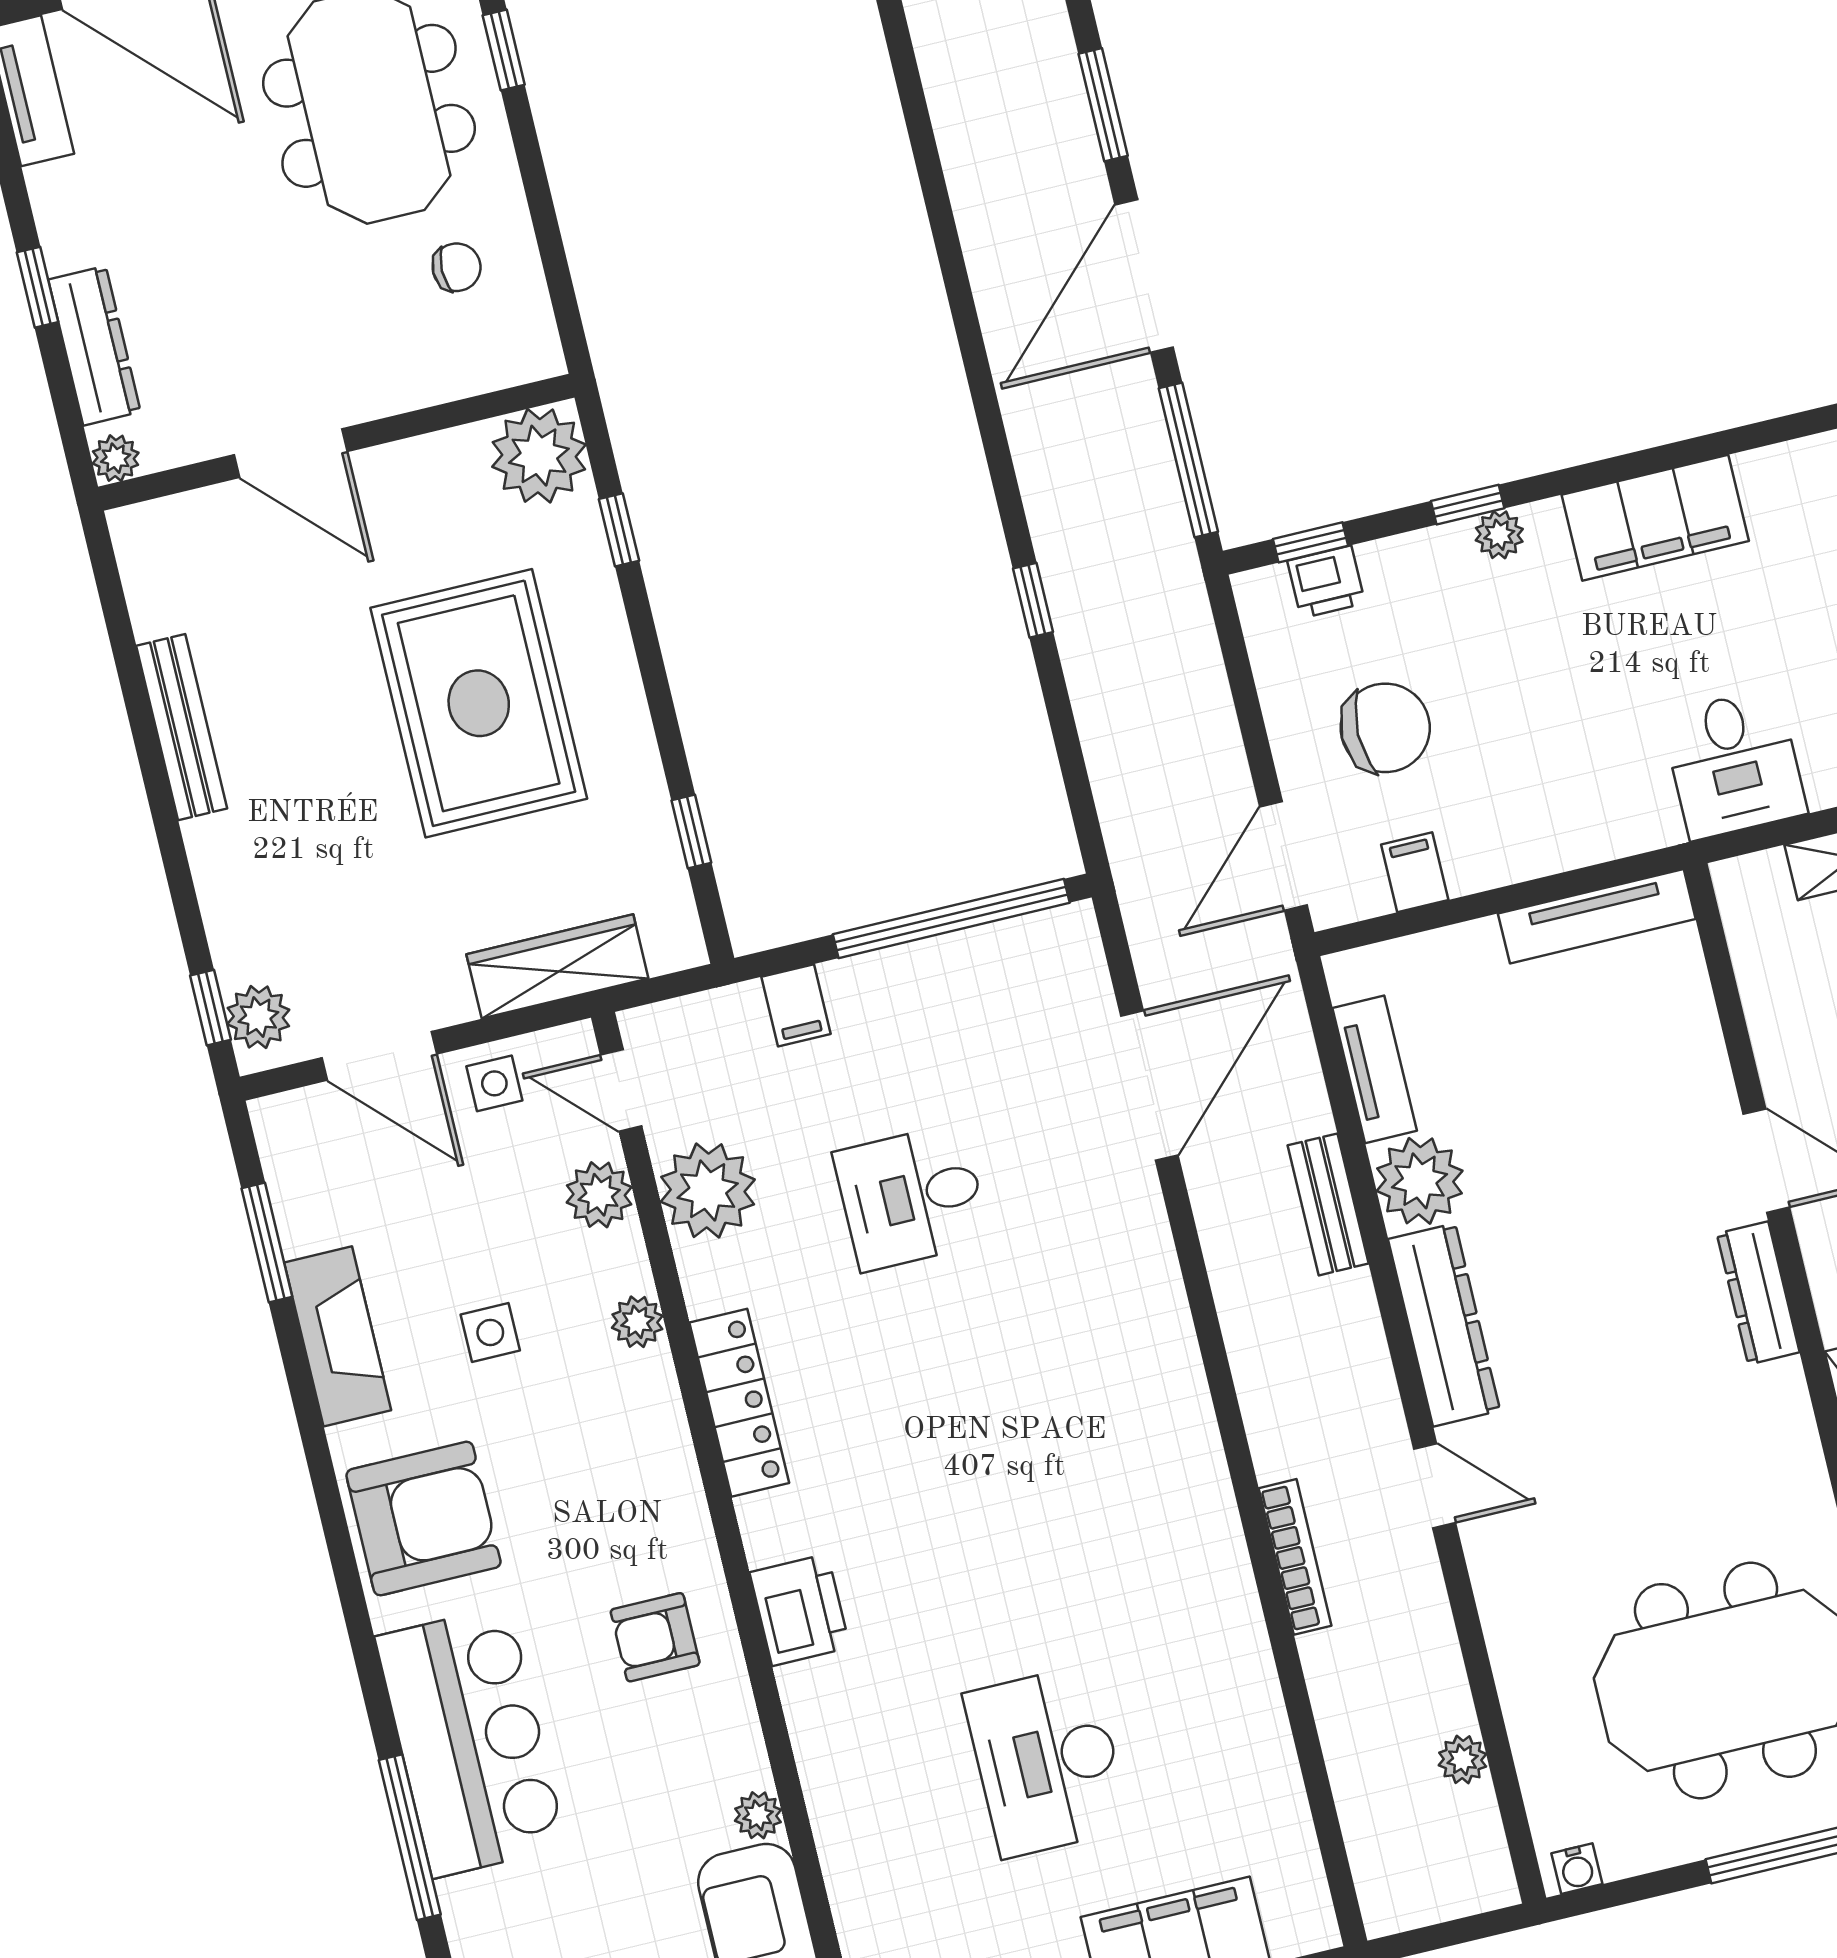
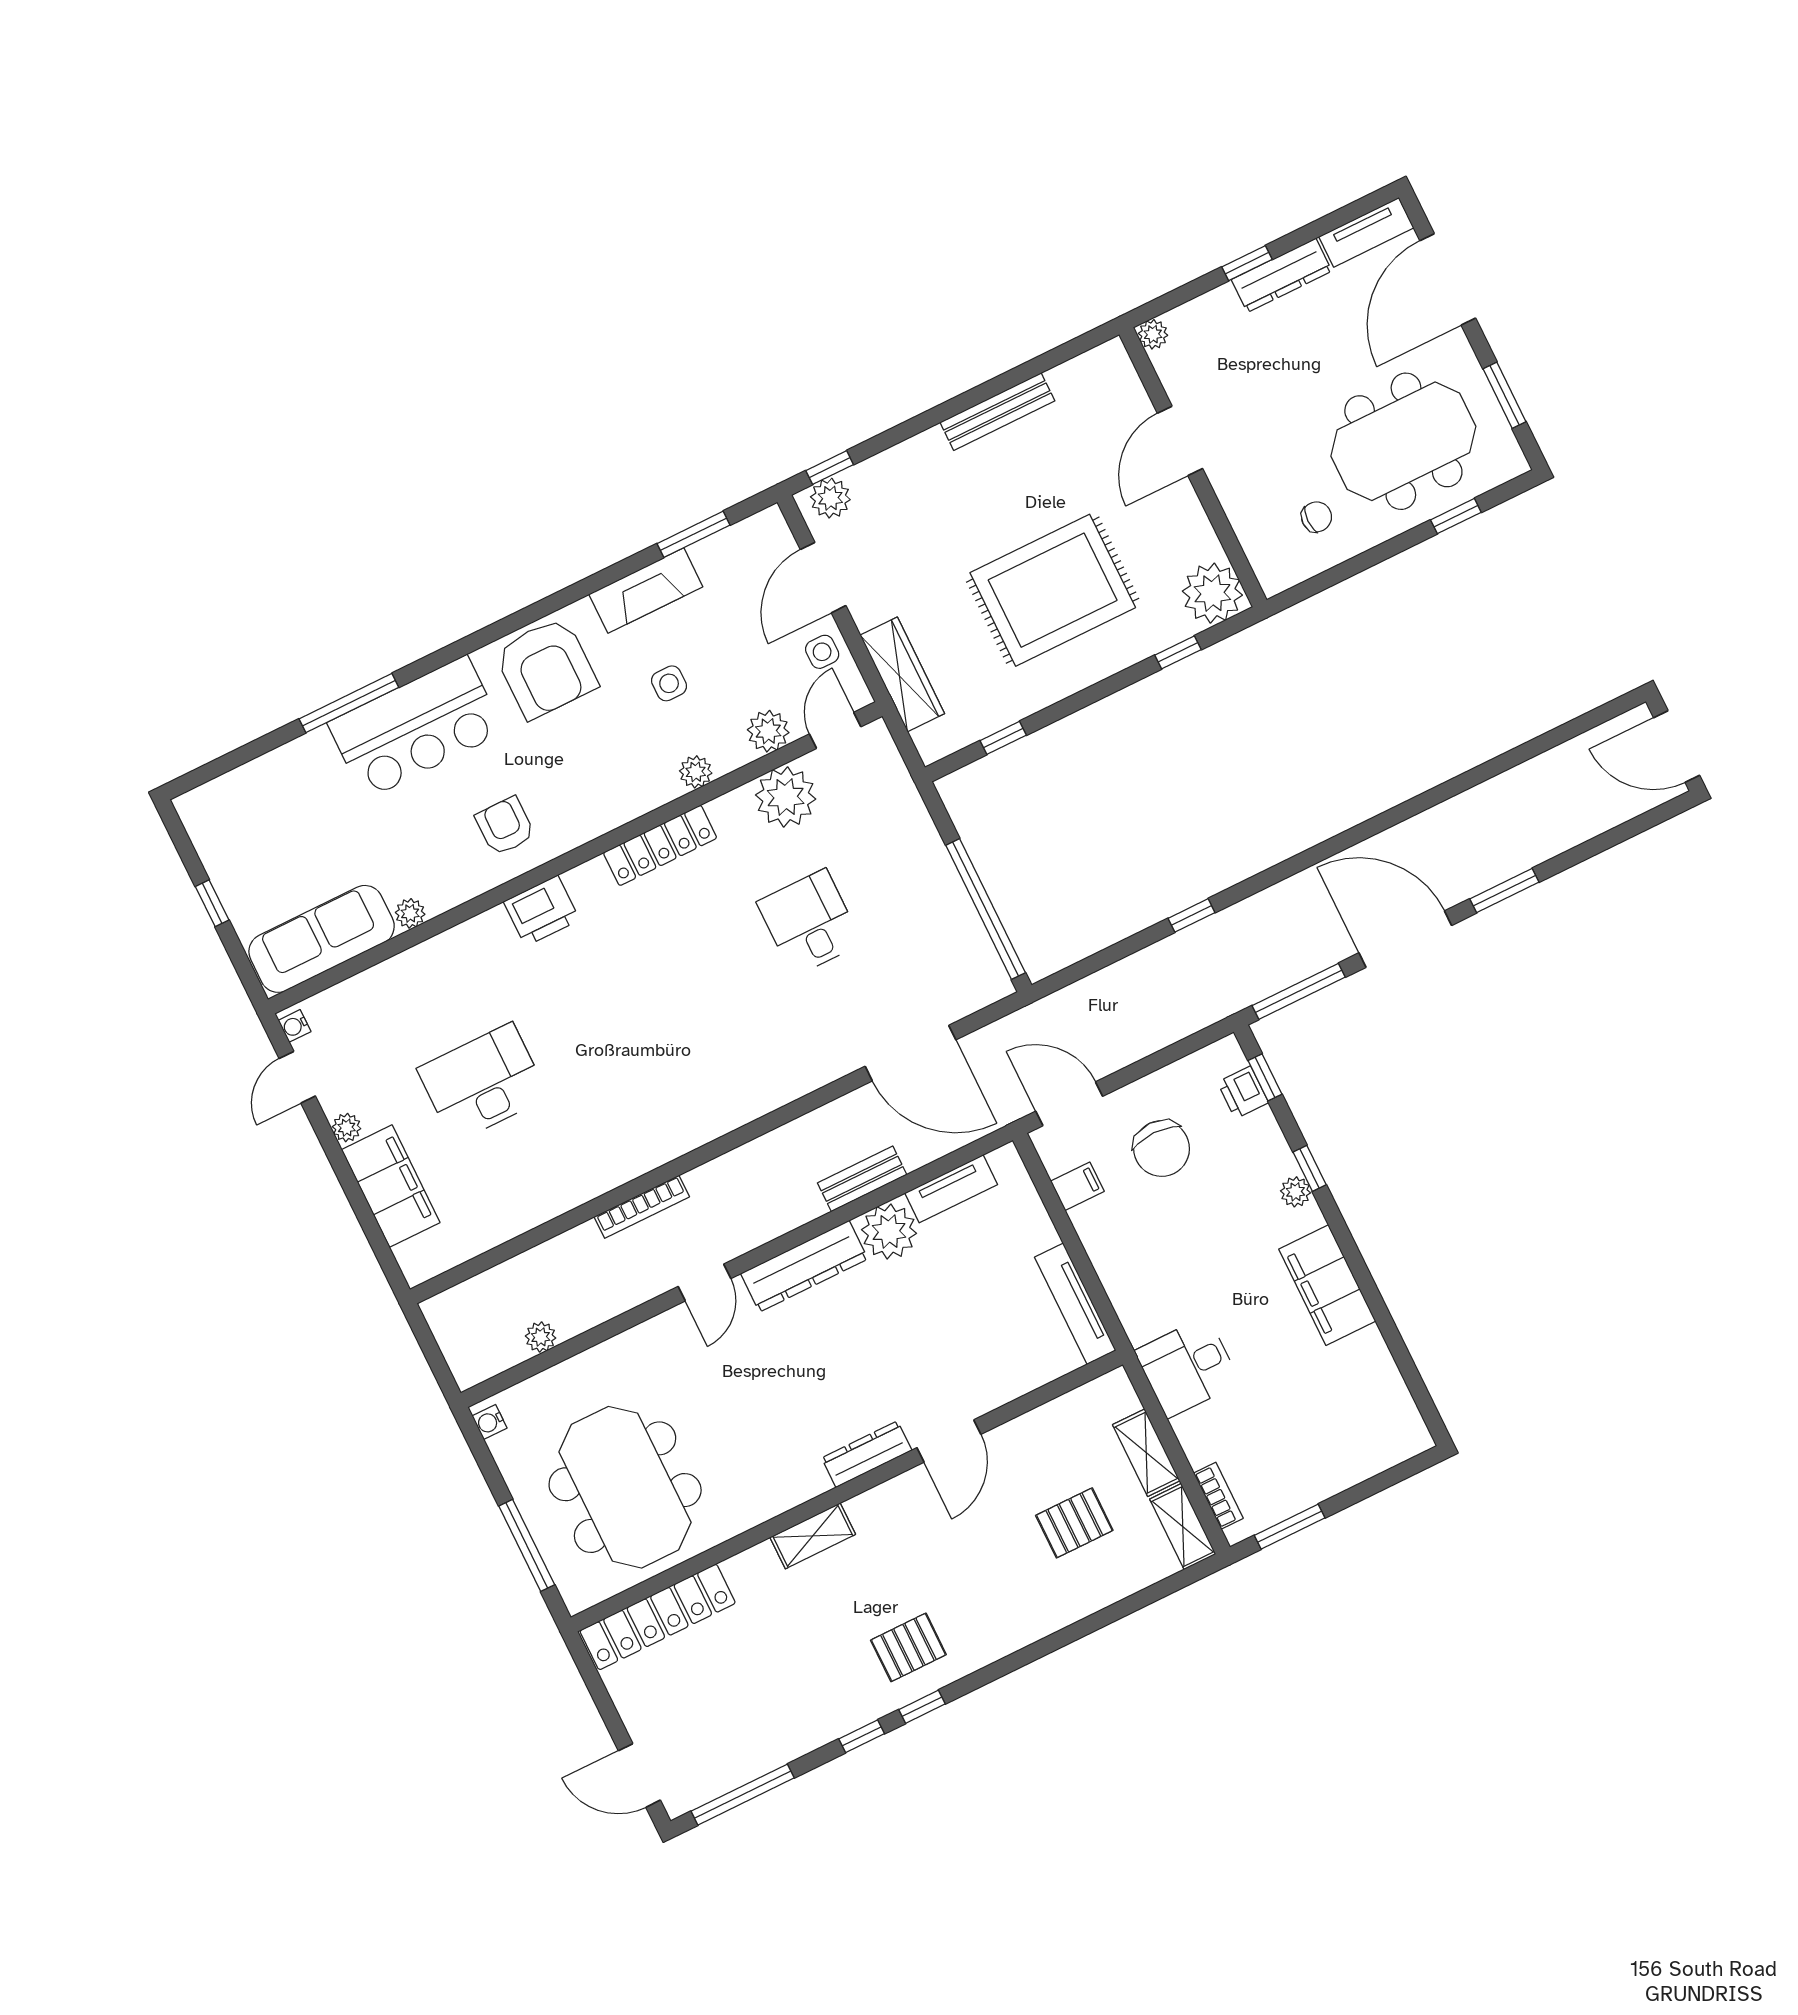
chair: (457, 267) -> (1317, 517), turned -90
dresser: (94, 346) -> (1282, 275), moved
filing cabinet: (796, 1005) -> (911, 826), removed

